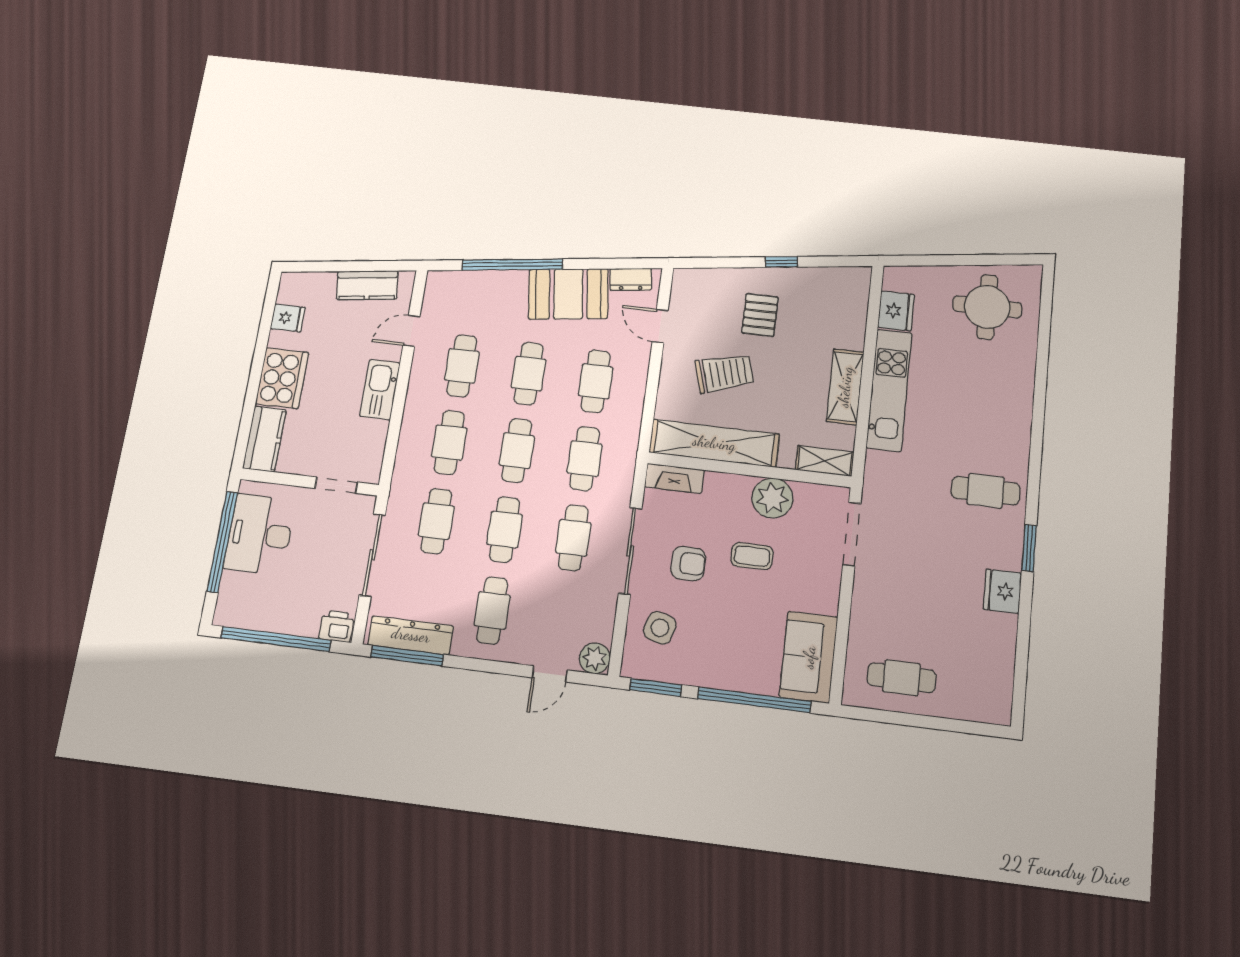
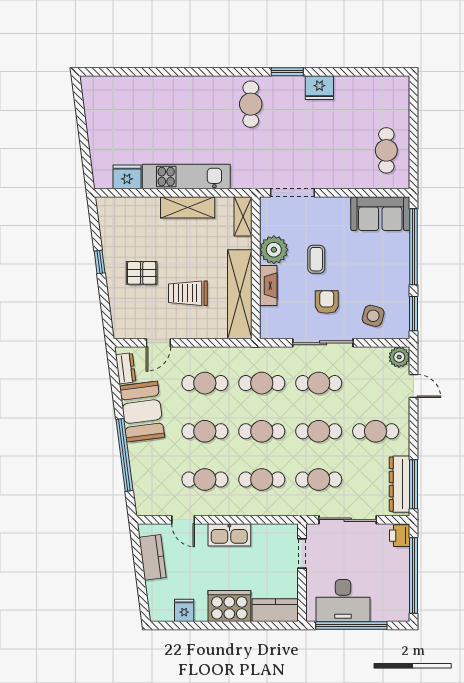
round table: (987, 307) -> (116, 113), removed
trolley: (724, 373) -> (188, 293), turned -74
fireplace: (674, 478) -> (268, 286), moved

